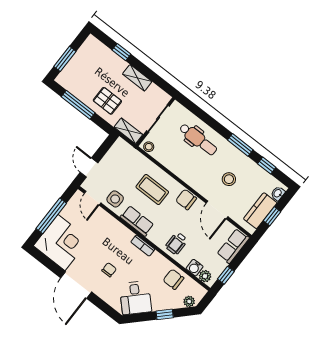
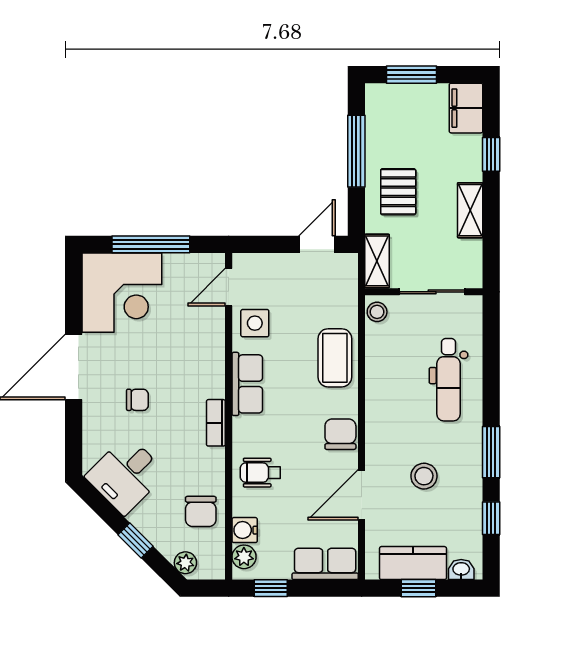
filing cabinet: (95, 48) -> (466, 108), added
door: (89, 168) -> (317, 244), moved
coffee table: (152, 189) -> (335, 358), moved
chair: (173, 279) -> (201, 511), turned 180

